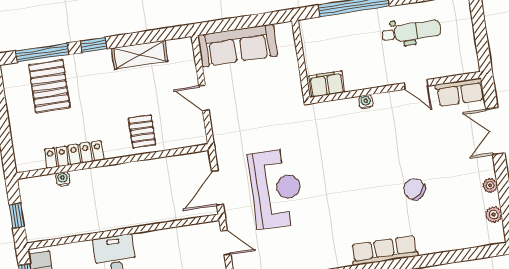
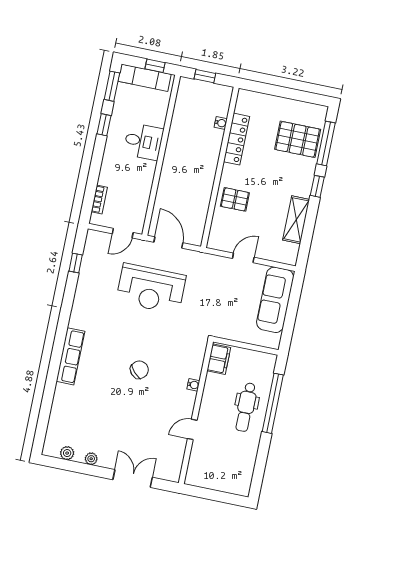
dental chair: (411, 32) -> (246, 407), moved
row of seats: (460, 92) -> (174, 462), removed
chair: (414, 189) -> (139, 370), moved

